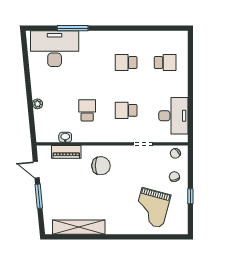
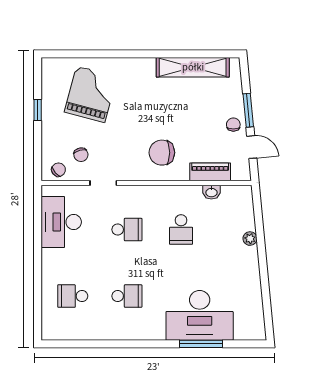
desk: (55, 49) -> (200, 315), moved
chair: (174, 177) -> (81, 155), moved
chair: (50, 186) -> (233, 125), added

